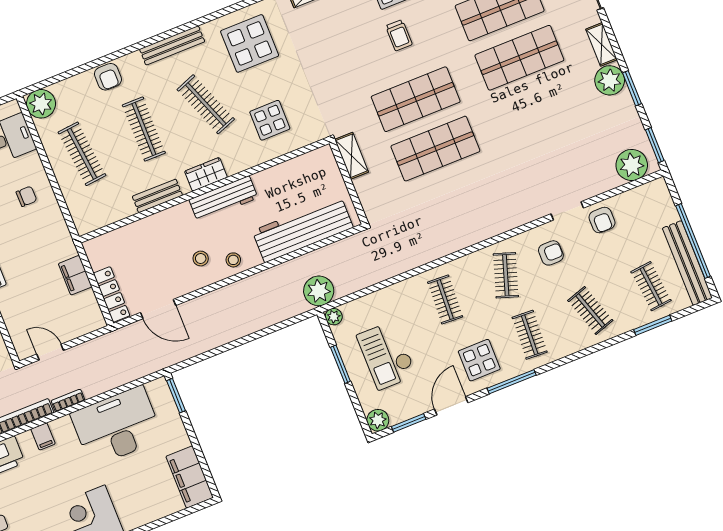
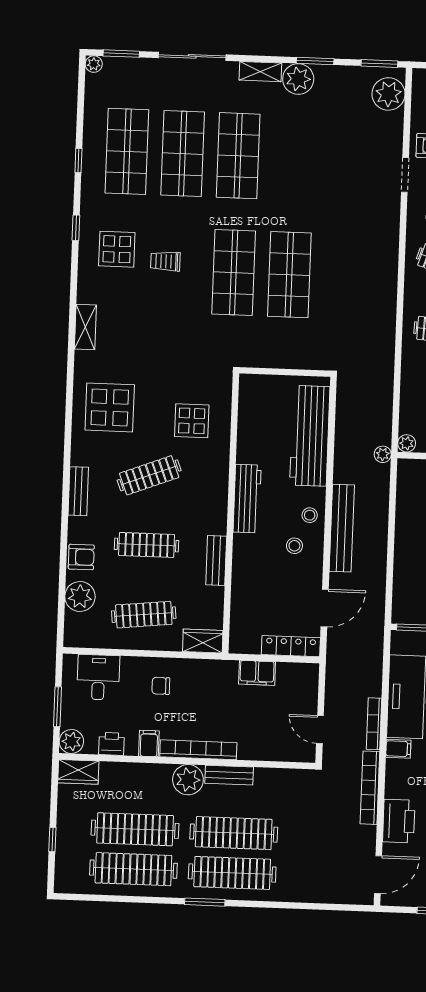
trolley: (399, 35) -> (165, 261), turned 180
bench: (172, 45) -> (78, 491), width x0.73
plant: (41, 104) -> (80, 597), moved
shelving: (352, 156) -> (260, 358), removed
wardrobe: (206, 174) -> (203, 641), moved, turned 90
chair: (26, 196) -> (161, 686), turned -90
plant: (319, 291) -> (383, 454), width x0.53, depth x0.53
bench: (234, 293) -> (342, 528), added
door: (50, 352) -> (320, 730), hinge flipped
bookcase: (68, 401) -> (374, 724), width x1.56
filing cabinet: (43, 436) -> (398, 749), moved

